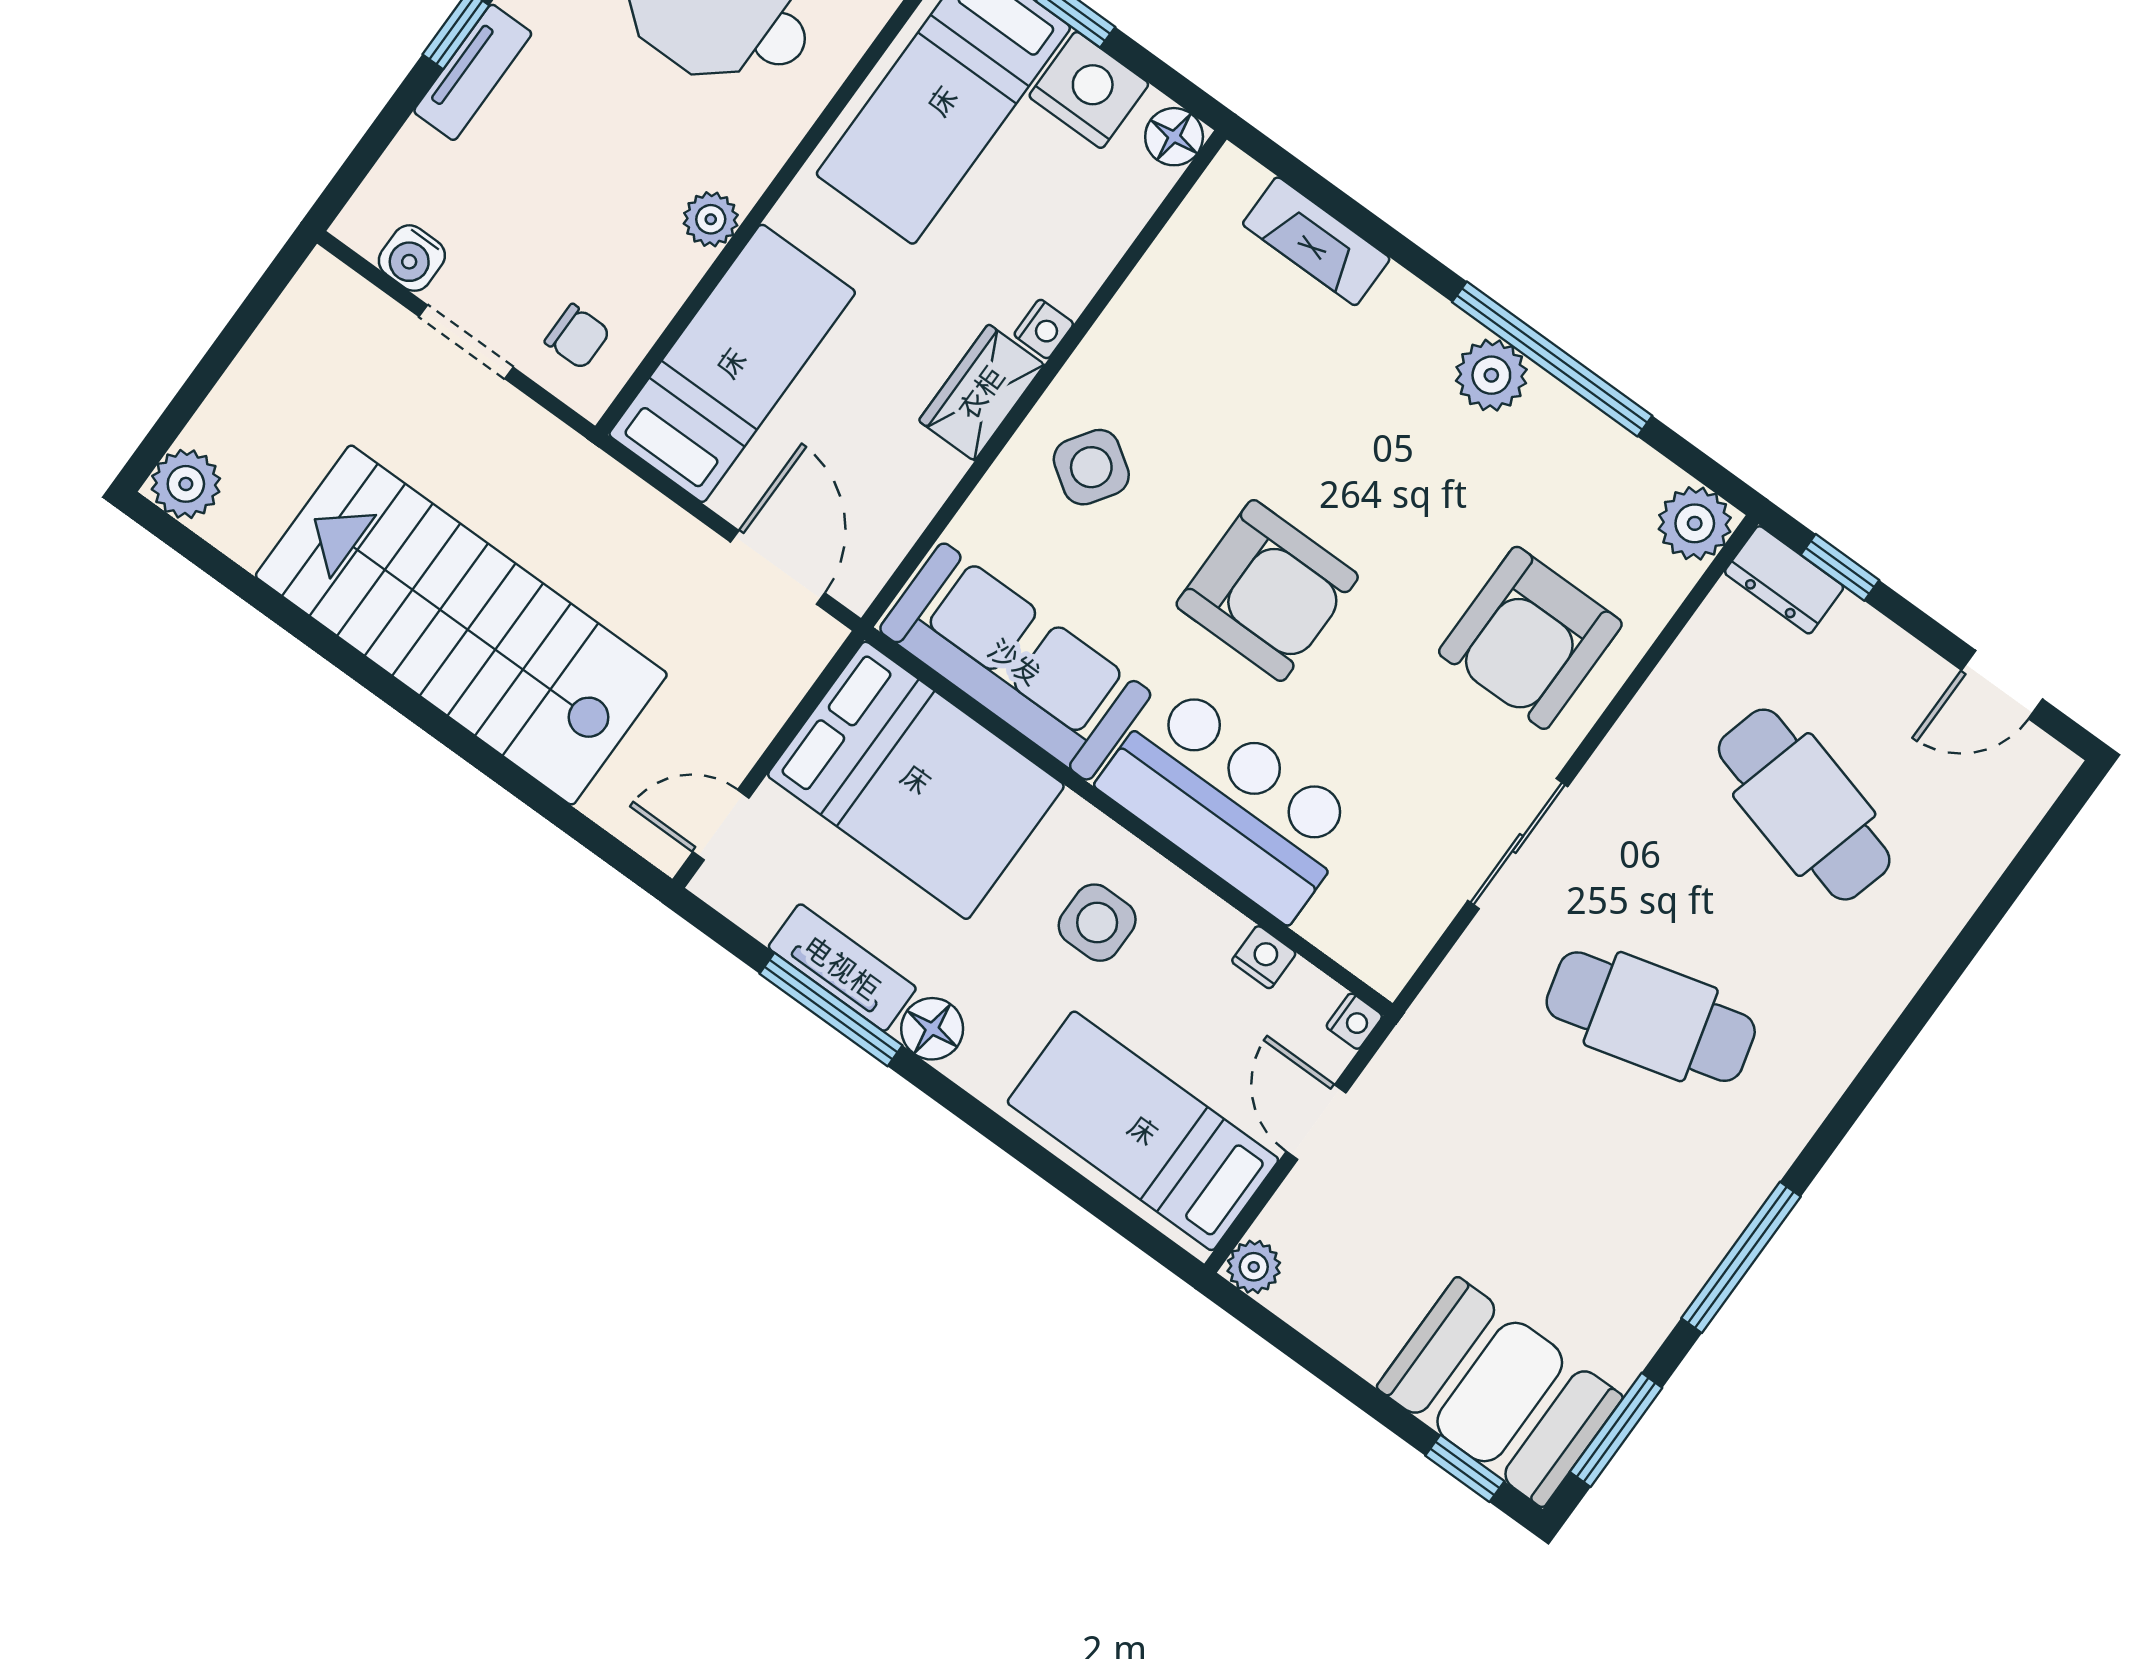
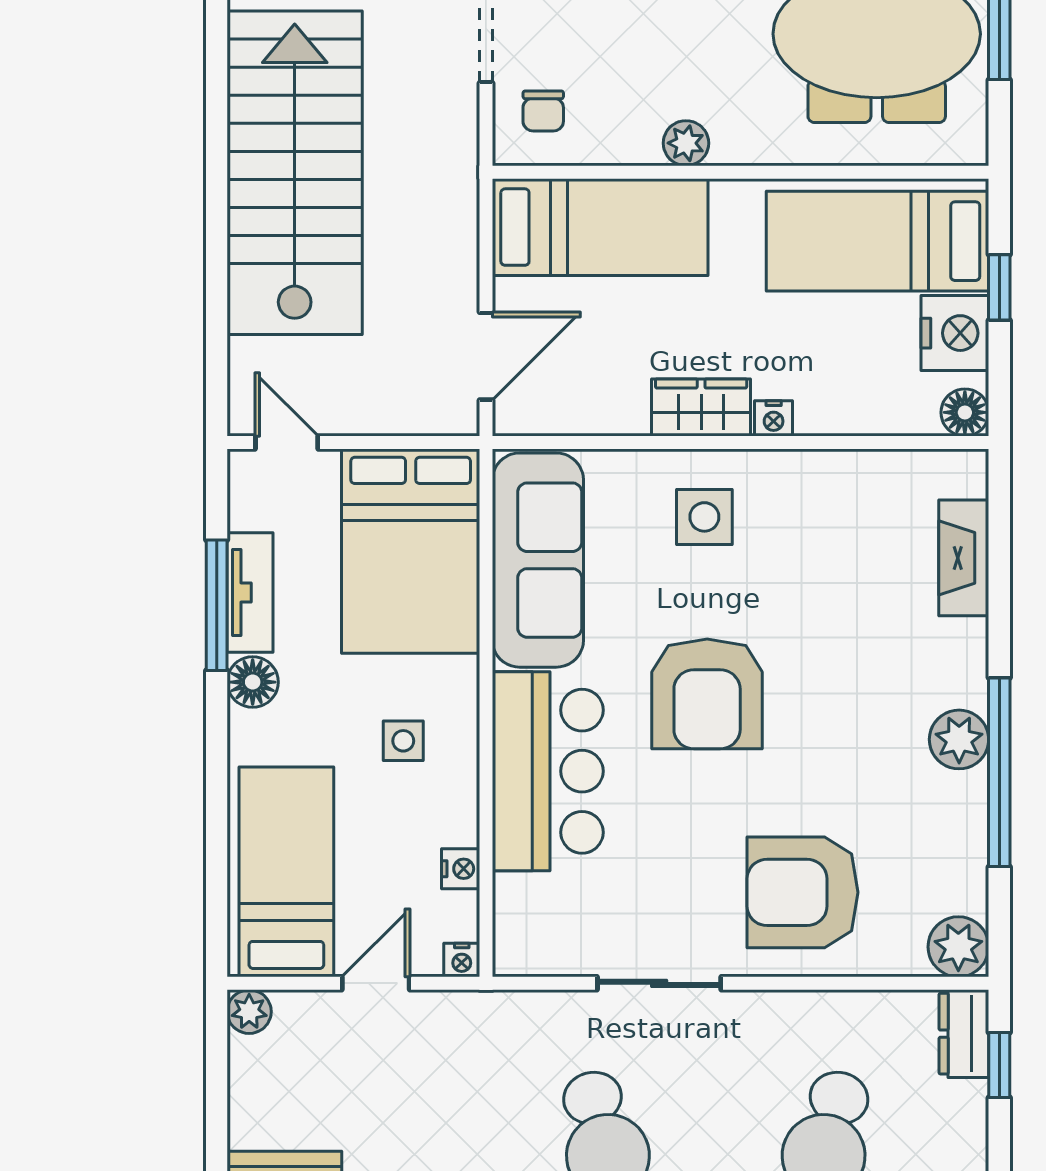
side table: (1091, 467) -> (704, 517), turned -34
side table: (1097, 923) -> (403, 741), width x0.73, depth x0.73

